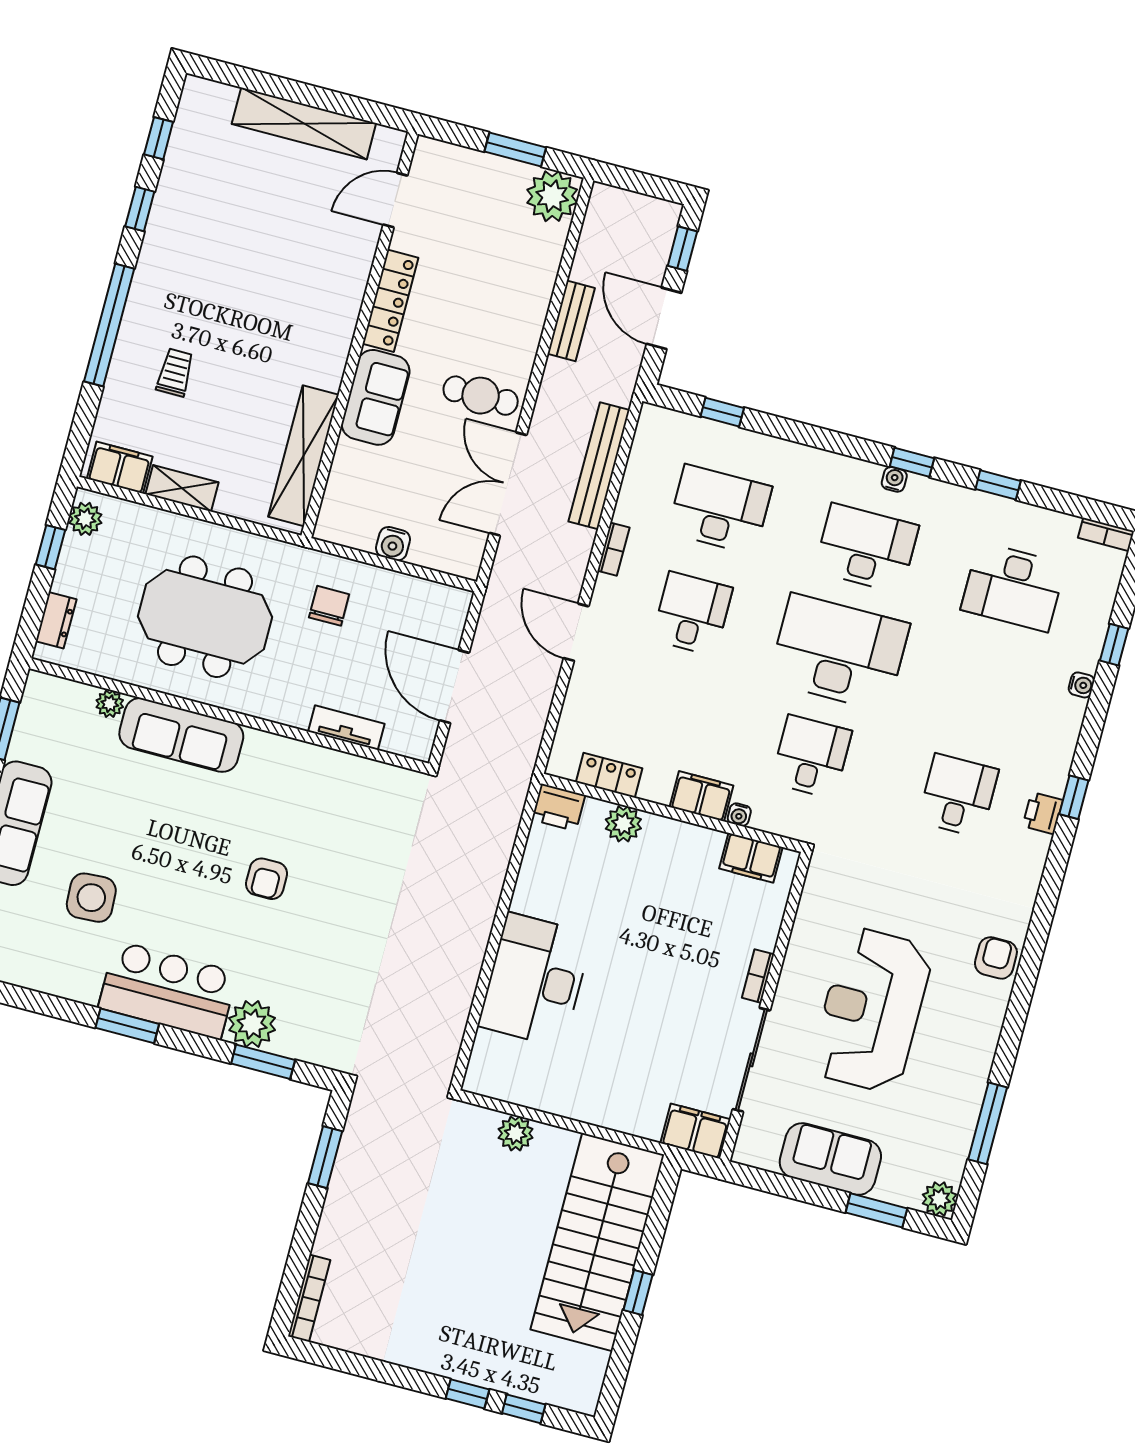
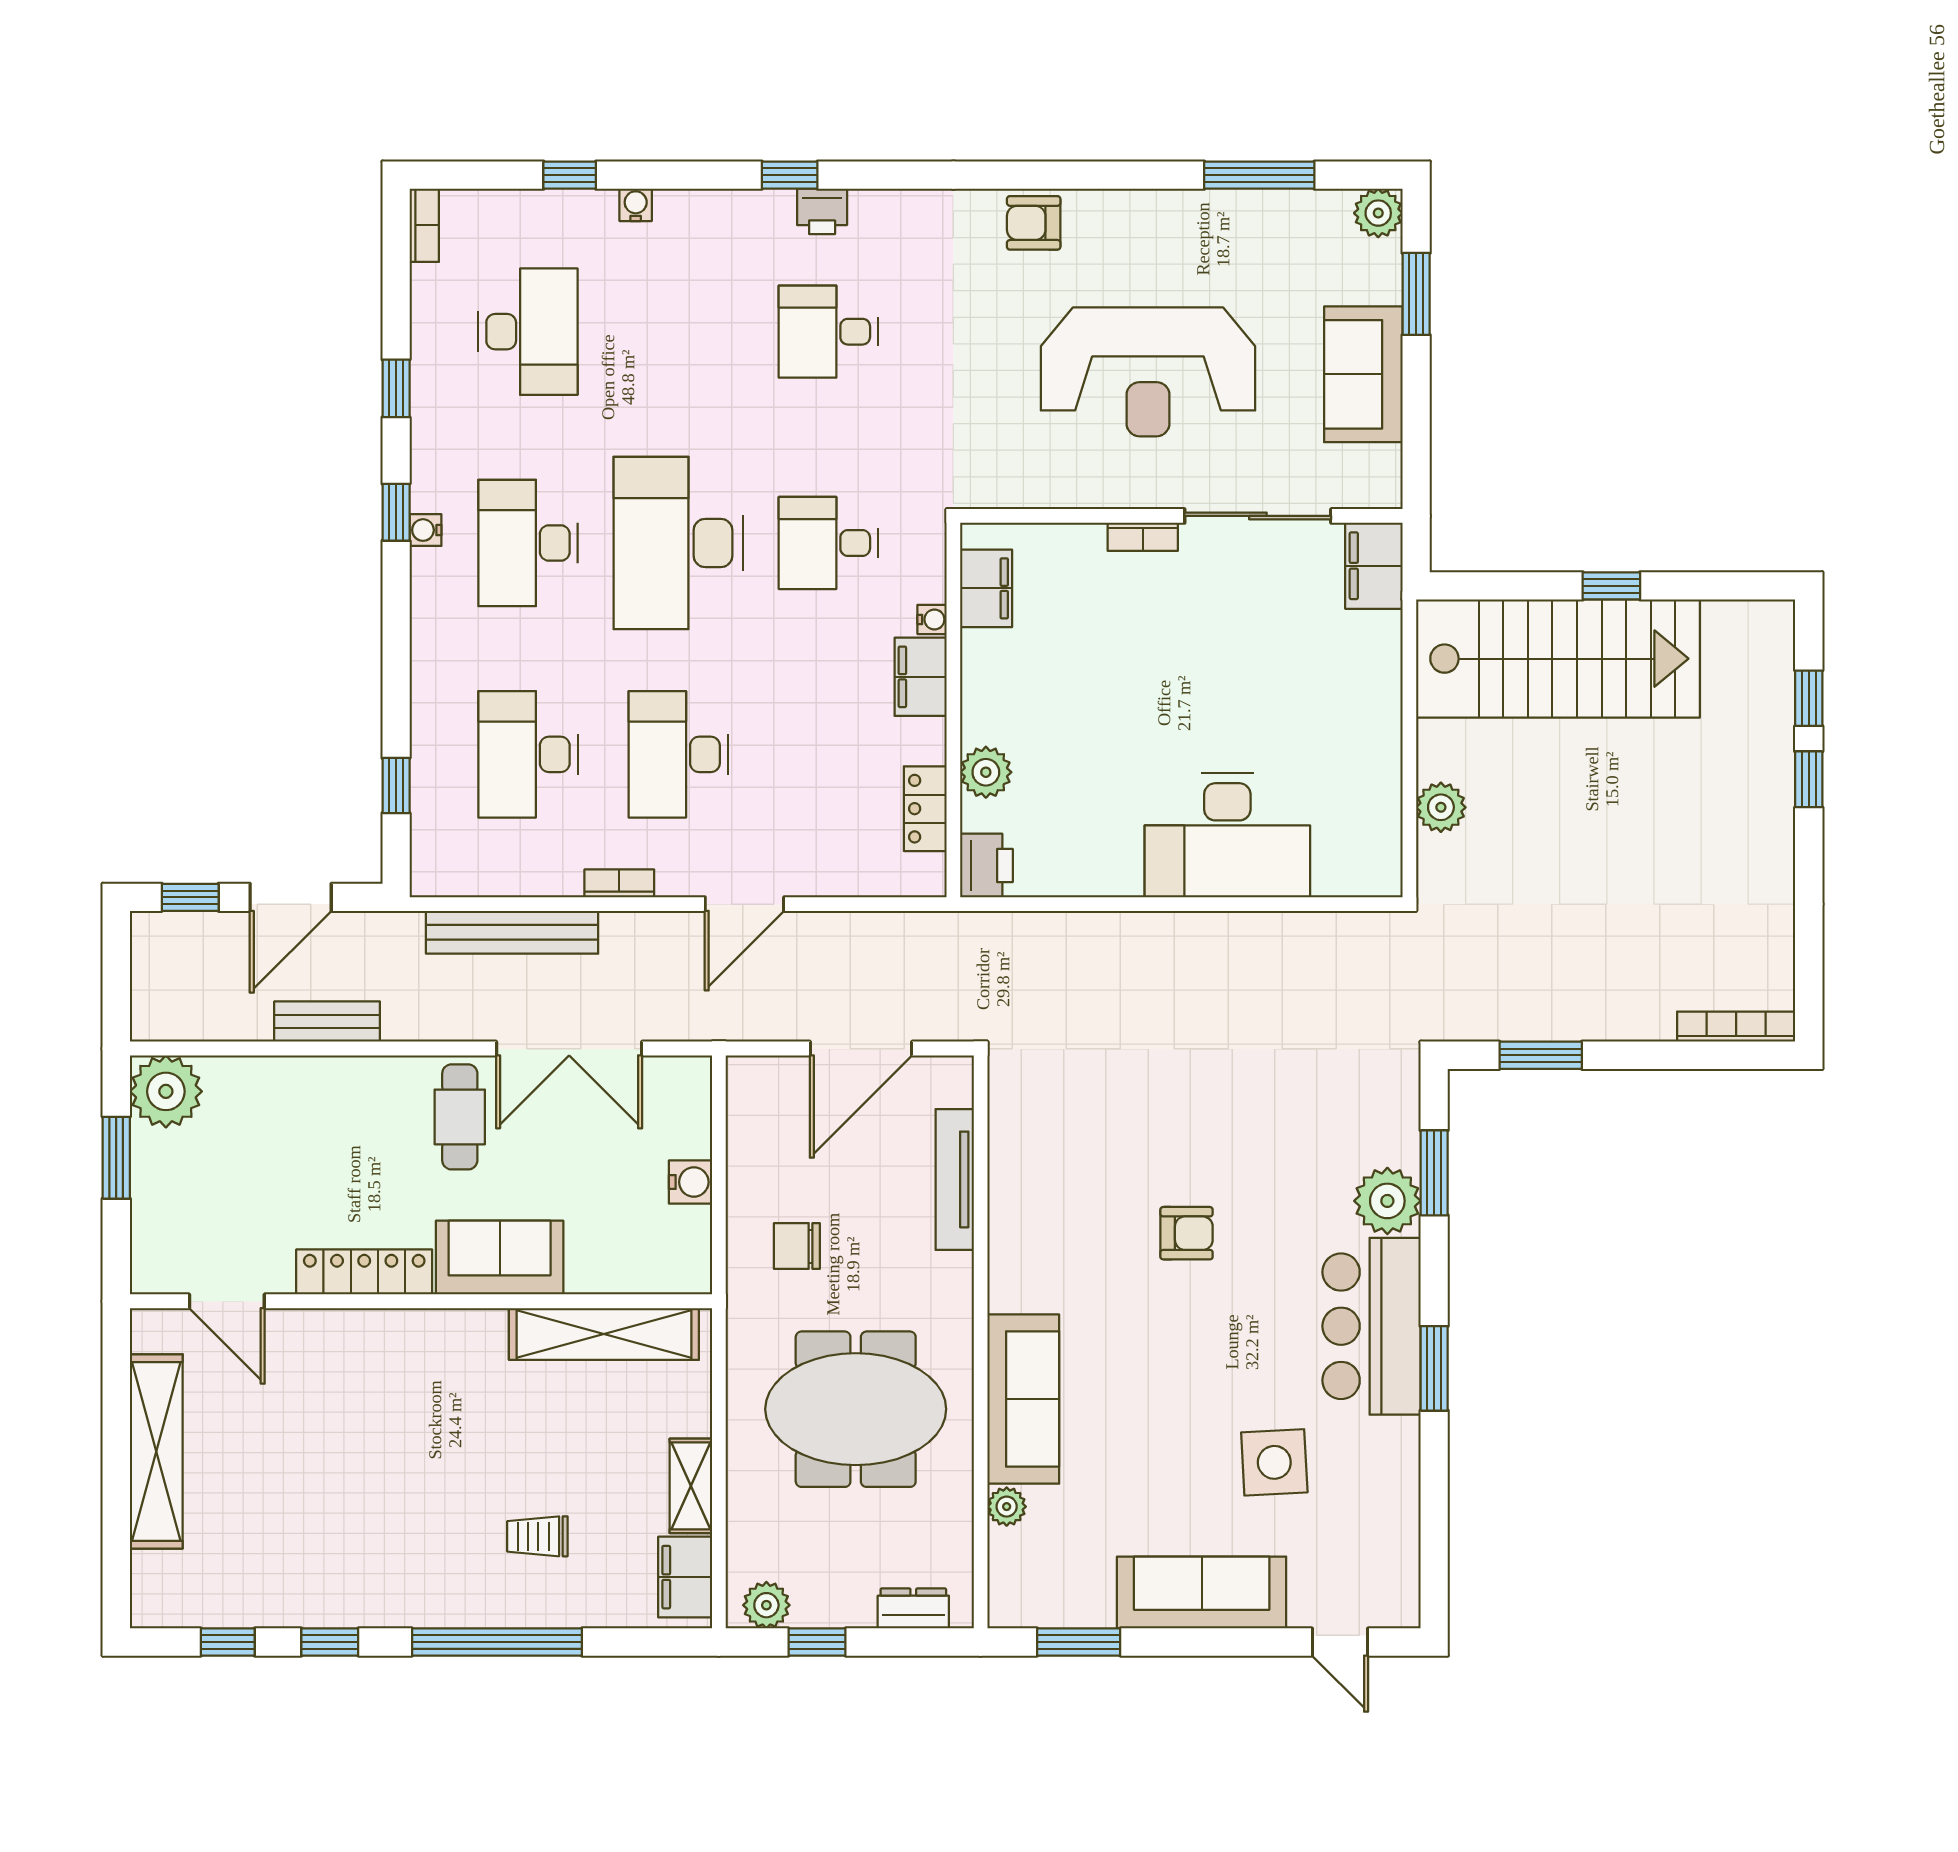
desk: (692, 614) -> (678, 754), width x1.37
meeting table: (205, 617) -> (856, 1409), turned 90
tv unit: (346, 728) -> (955, 1179), width x1.41

